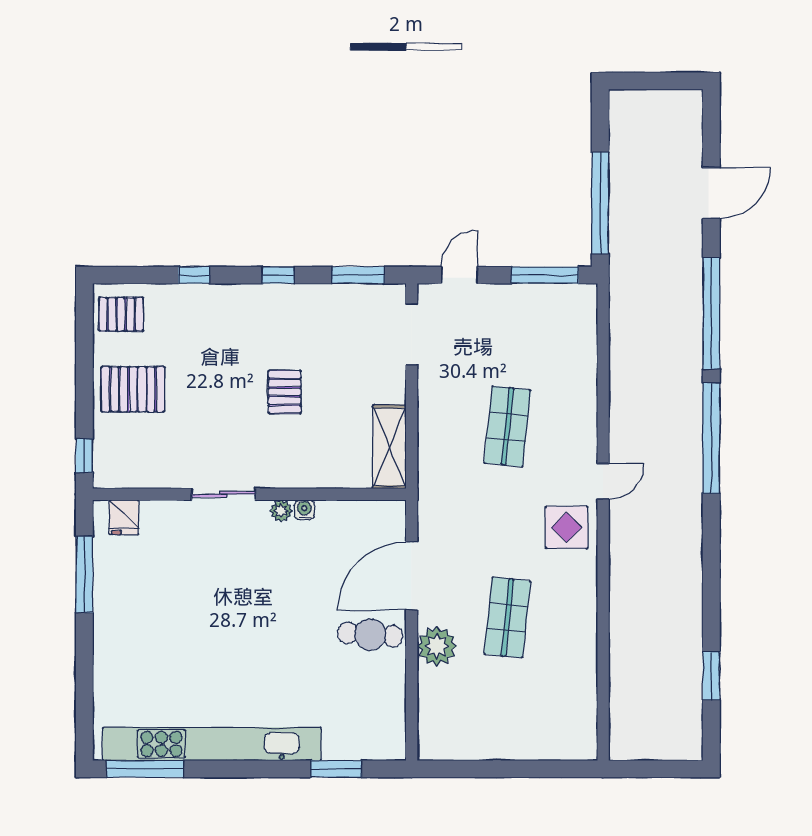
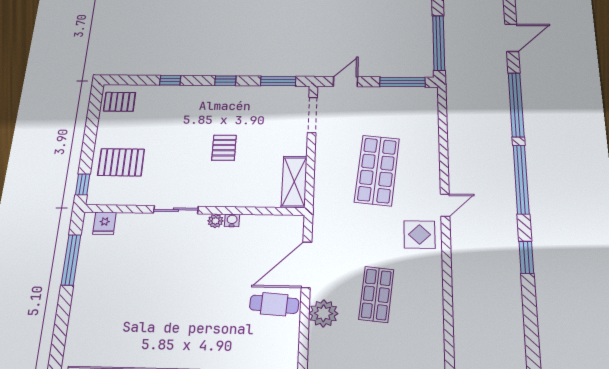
pallet: (133, 389) -> (121, 162), moved
shop shelf: (507, 426) -> (377, 170), width x1.43, depth x1.36
window: (711, 676) -> (526, 257), moved

